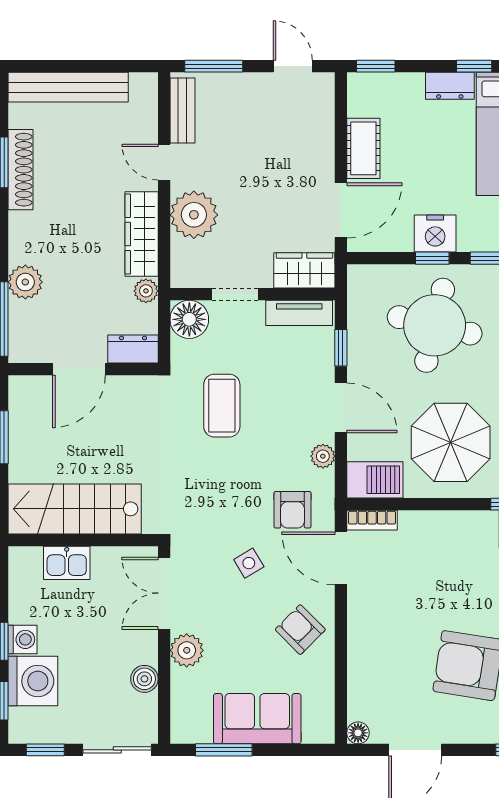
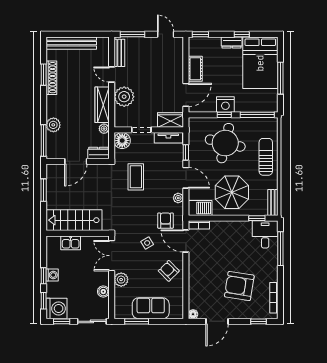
armchair: (292, 510) -> (165, 221), turned 180
washing machine: (33, 681) -> (56, 308), moved

